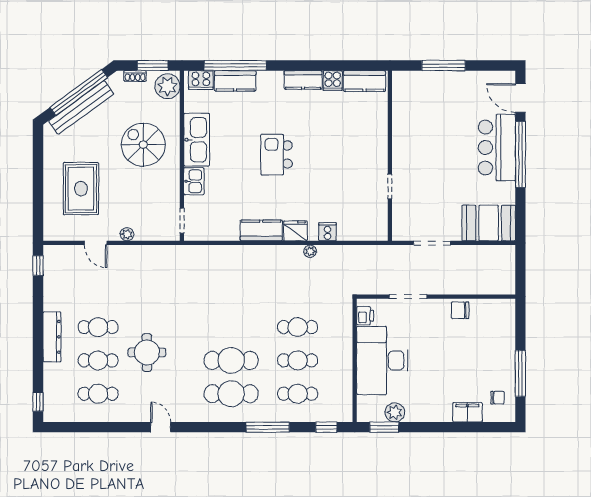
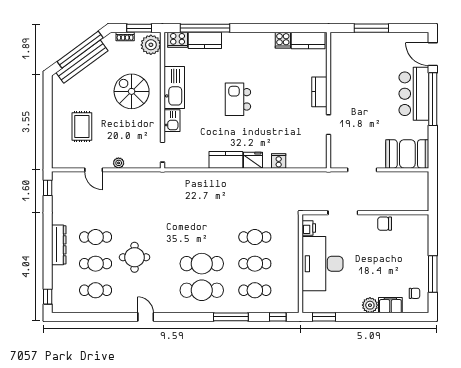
kitchen counter: (303, 80) -> (319, 92), moved, turned 90
rug: (81, 189) -> (82, 126), width x0.73, depth x0.70
plant: (310, 251) -> (265, 176), removed
plant: (395, 412) -> (370, 305), moved

